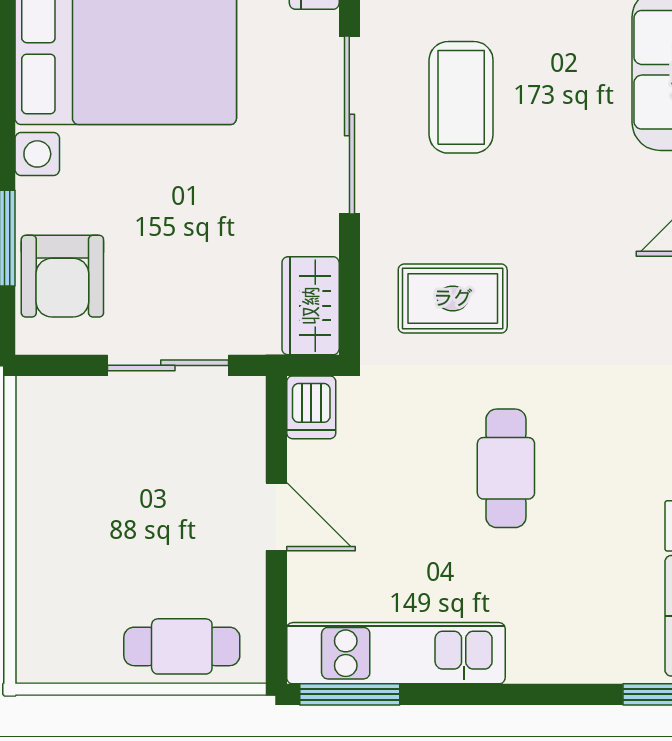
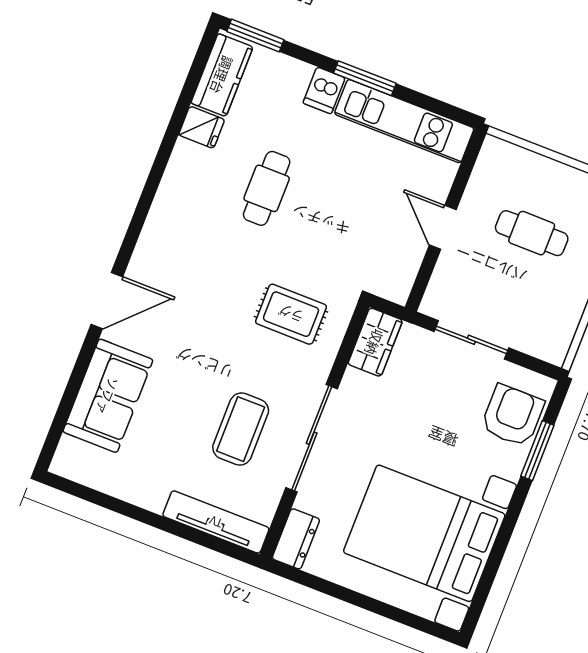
dishwasher: (311, 407) -> (324, 90), moved, turned 180
cafe table: (506, 468) -> (267, 188), moved
cafe table: (182, 646) -> (532, 233), moved
window: (350, 694) -> (365, 78), moved

